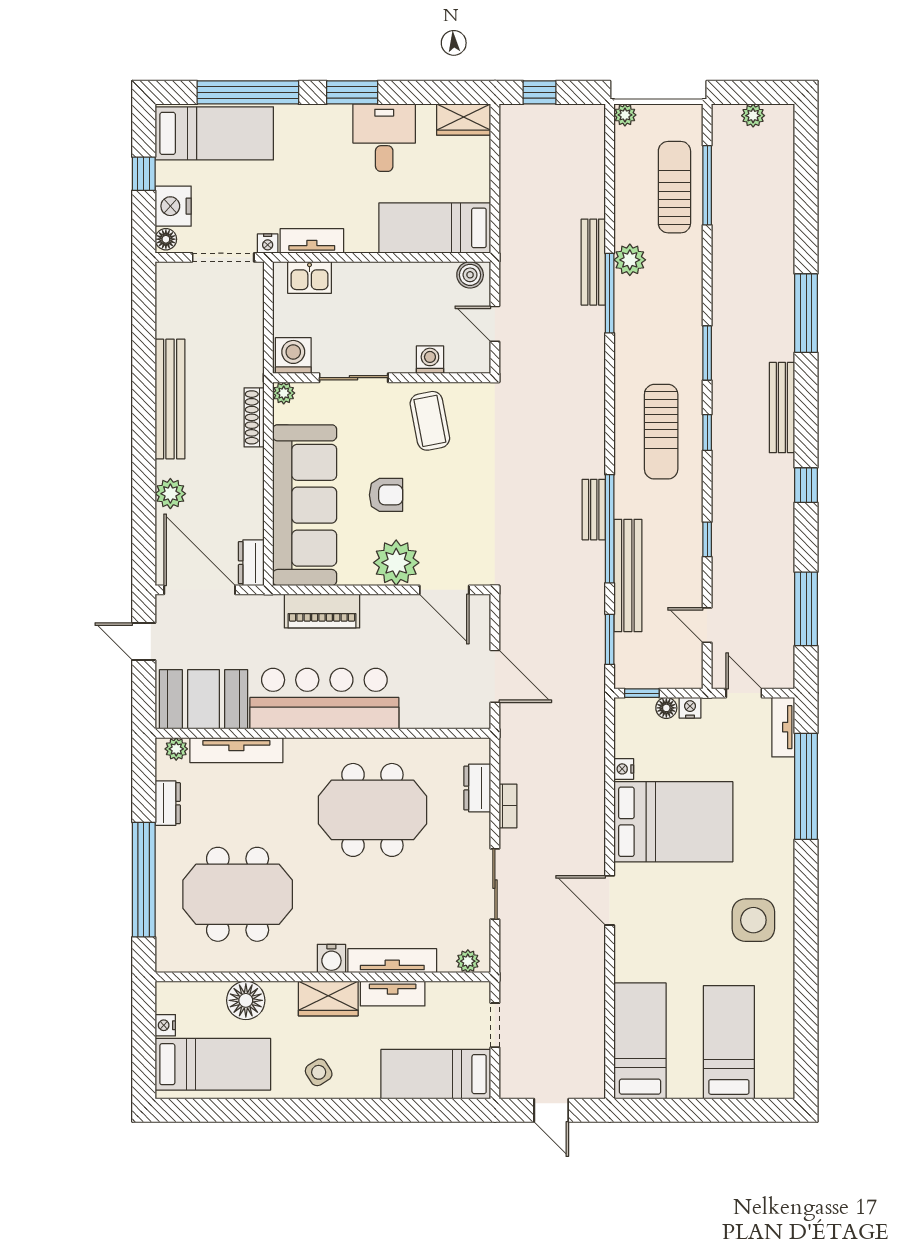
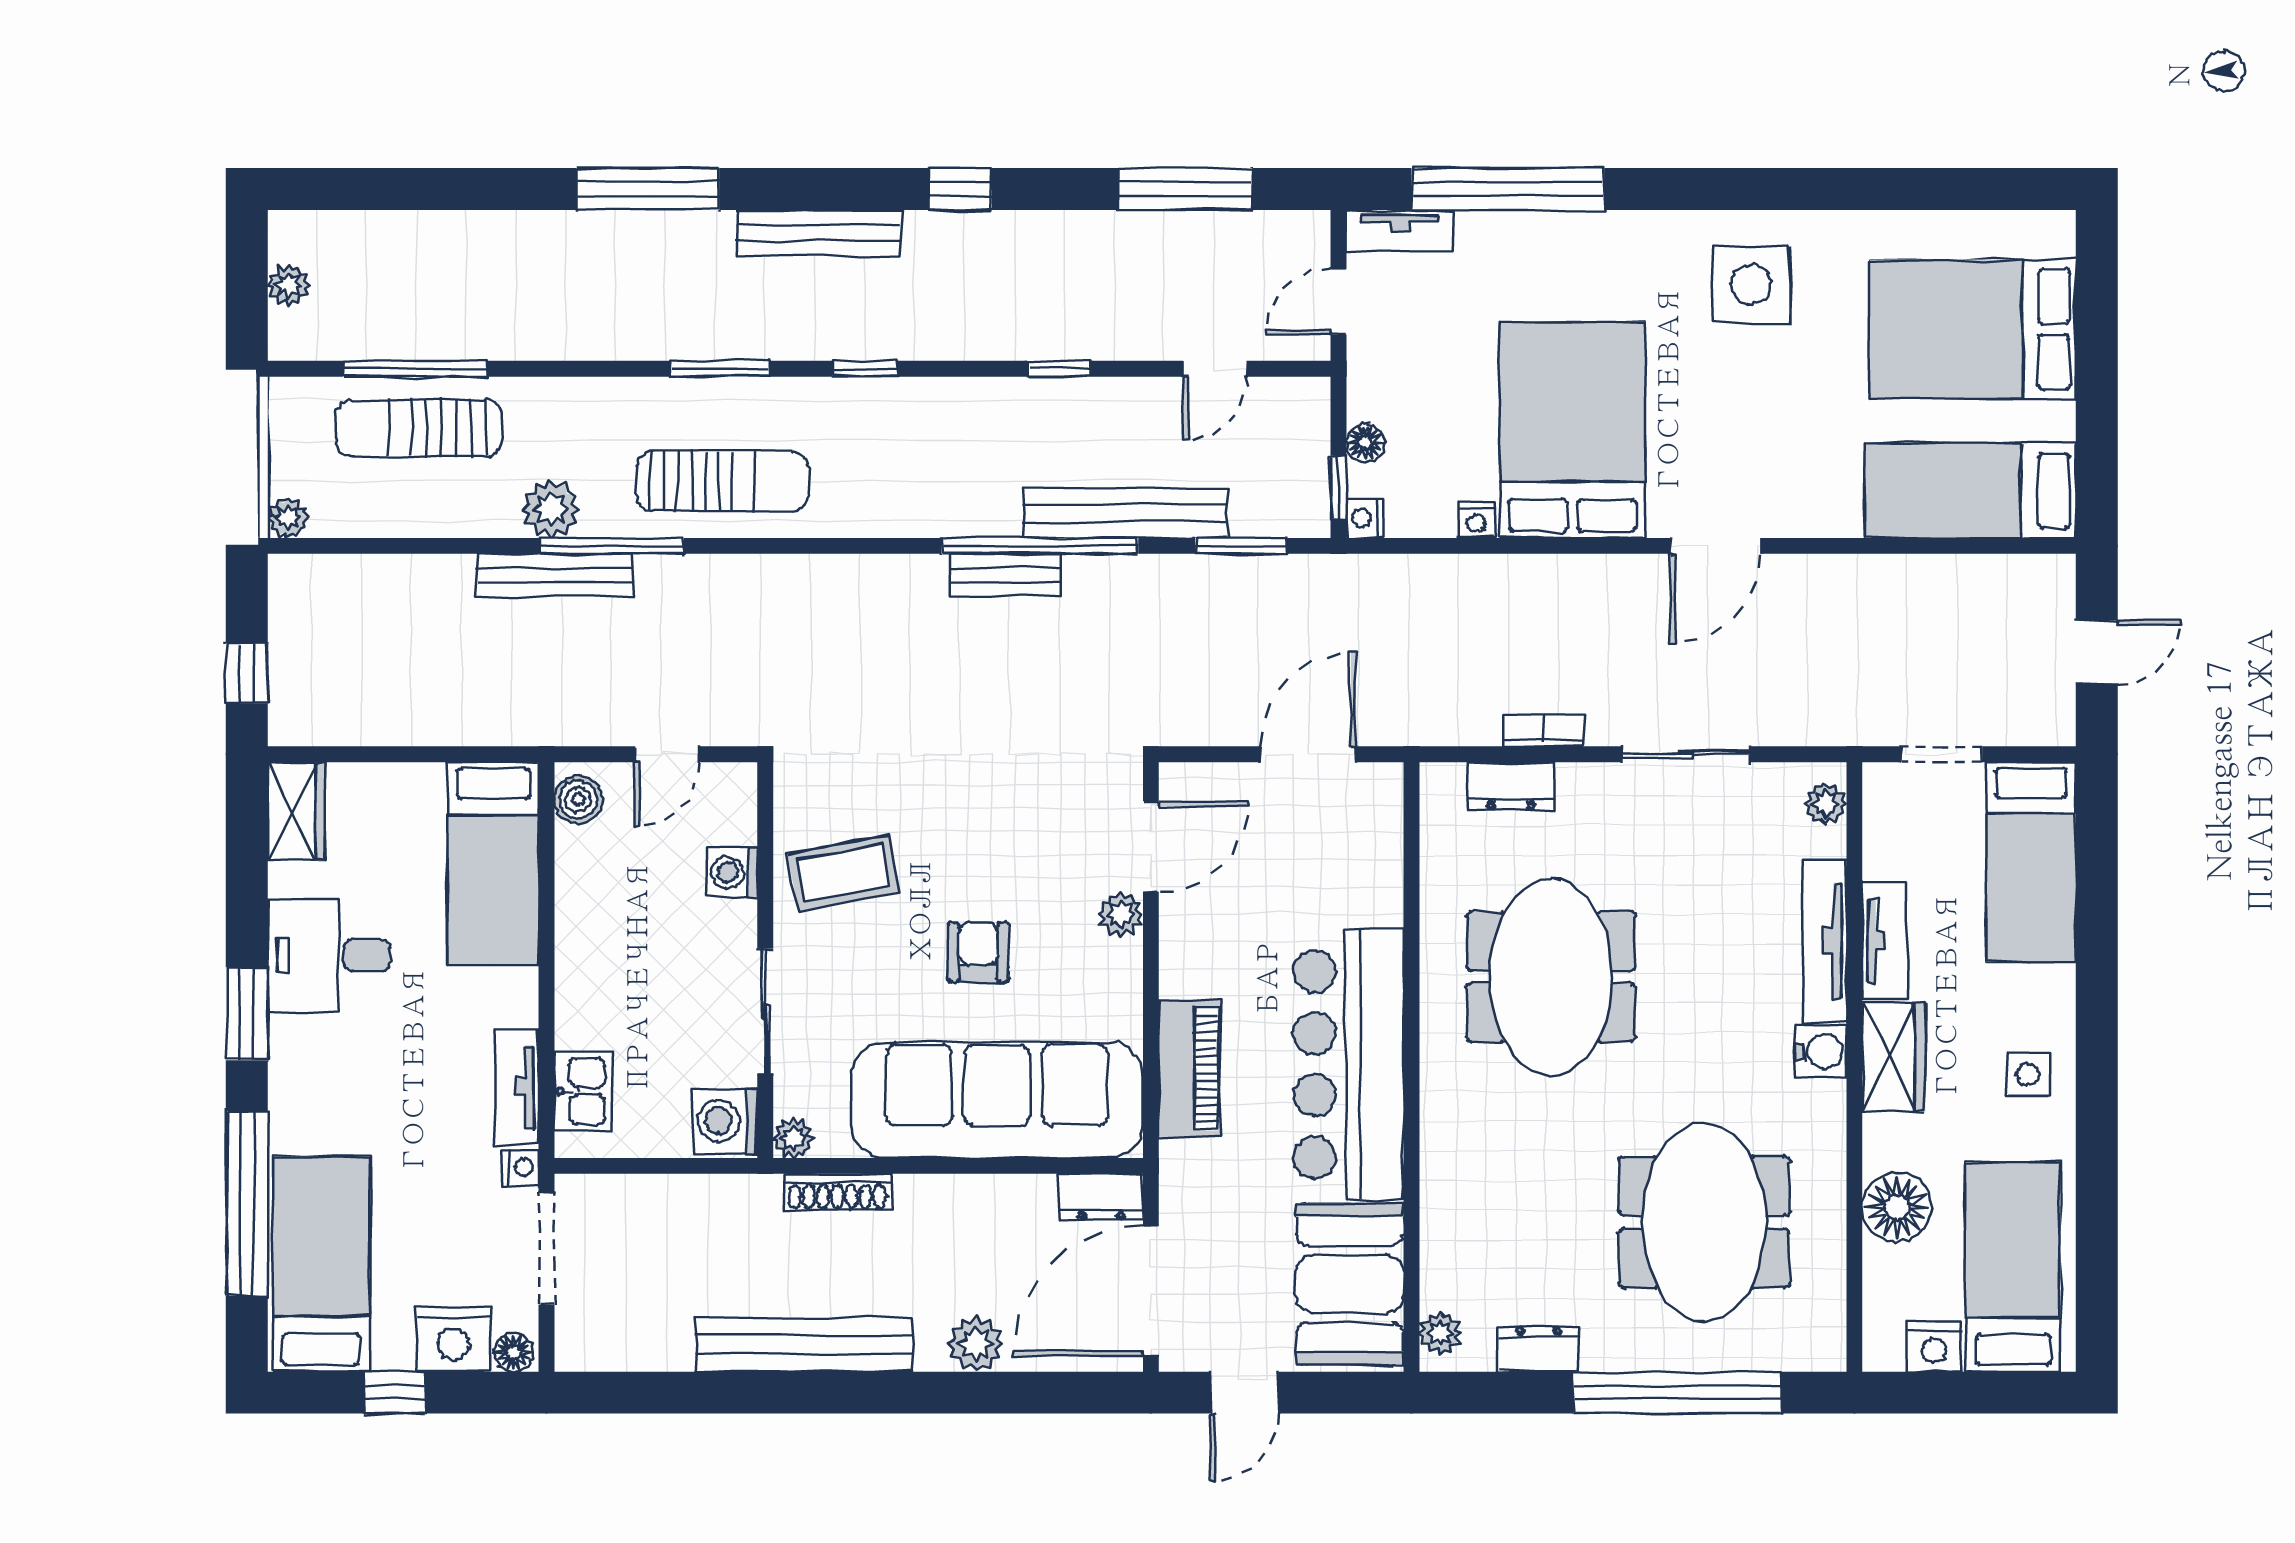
sun lounger: (661, 432) -> (722, 481), moved
plant: (396, 563) -> (1121, 914), width x0.53, depth x0.53
nightstand: (690, 708) -> (1365, 518), moved
tv unit: (236, 750) -> (1442, 1224), removed
nightstand: (165, 1025) -> (1935, 1347), width x1.39, depth x1.35
bed: (729, 1042) -> (1973, 329), width x1.50
side table: (319, 1072) -> (2028, 1075), turned 32

